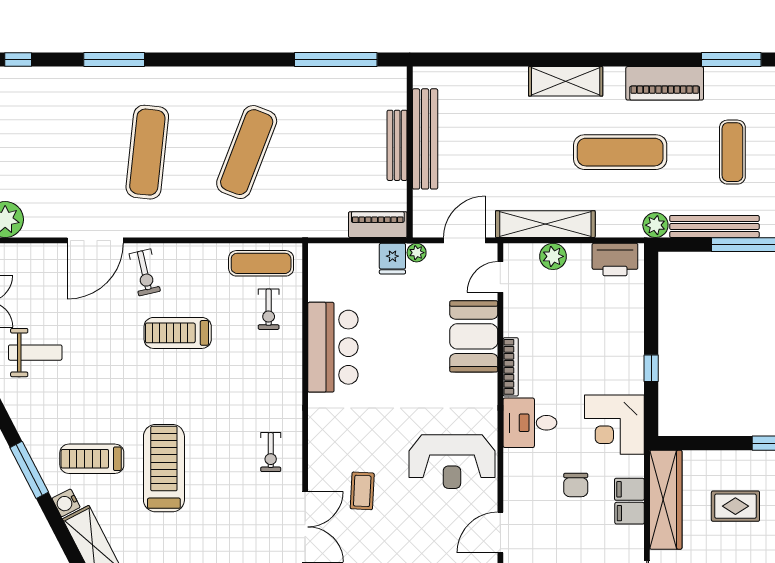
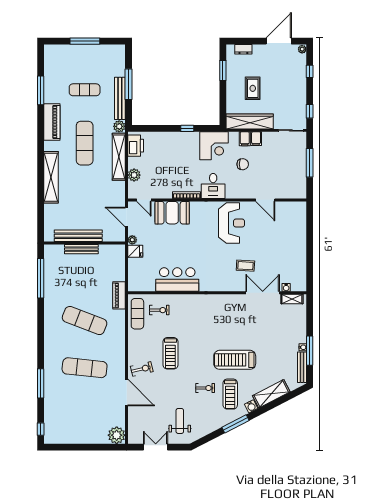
shelving: (566, 81) -> (51, 177), width x1.47
shelving: (545, 224) -> (119, 157), moved
piano: (378, 225) -> (119, 295), moved
exercise bike: (271, 452) -> (205, 388), moved

